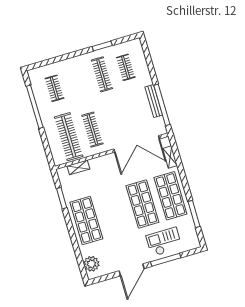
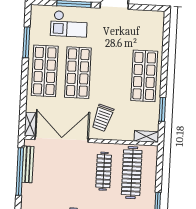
bench: (154, 101) -> (28, 164), moved
shelving: (170, 157) -> (30, 124), moved
shelving: (78, 167) -> (146, 137), moved
trolley: (109, 174) -> (103, 118), added
plant: (91, 264) -> (155, 28), removed

